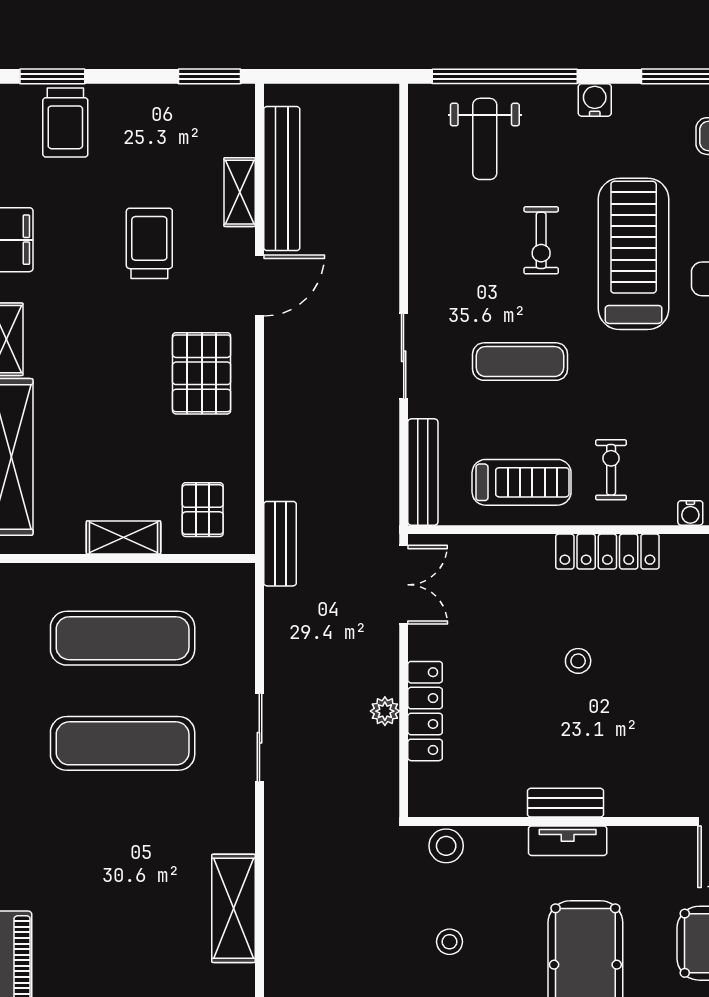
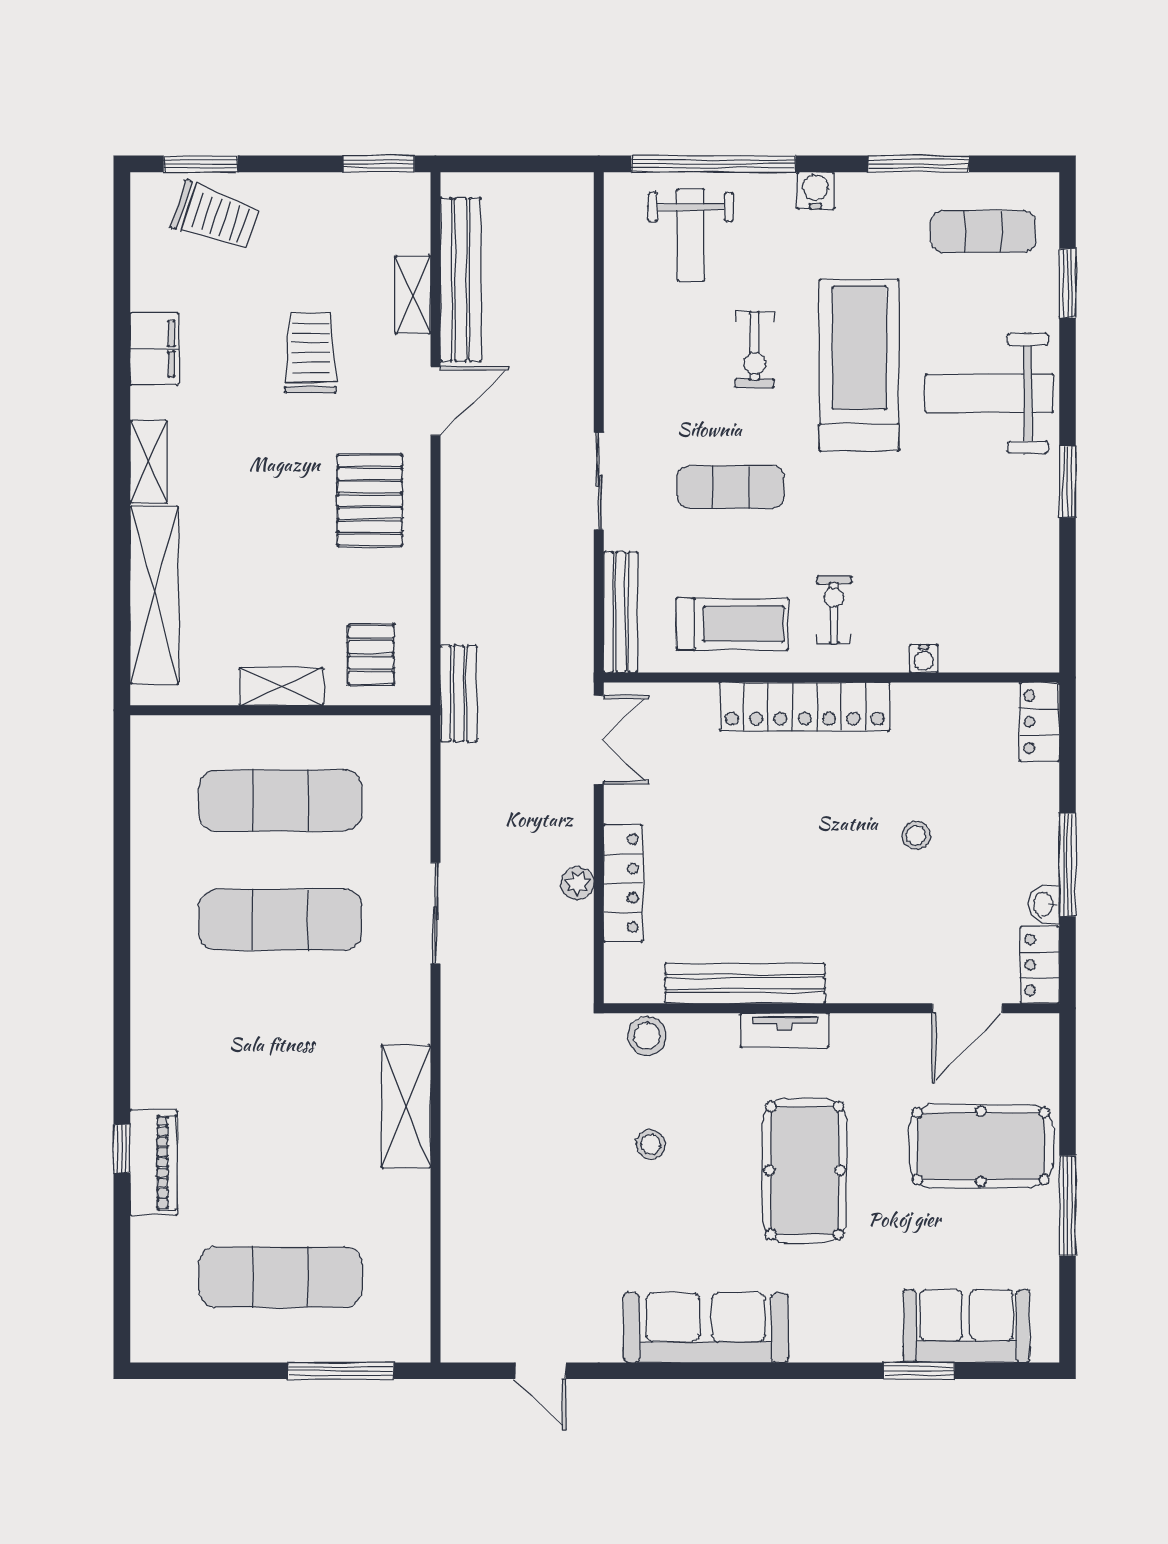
trolley: (65, 122) -> (215, 216), turned -71
locker: (607, 552) -> (805, 707), width x1.41, depth x1.21
stool: (578, 661) -> (916, 835), moved
bench: (565, 803) -> (745, 983), width x1.86, depth x1.21

